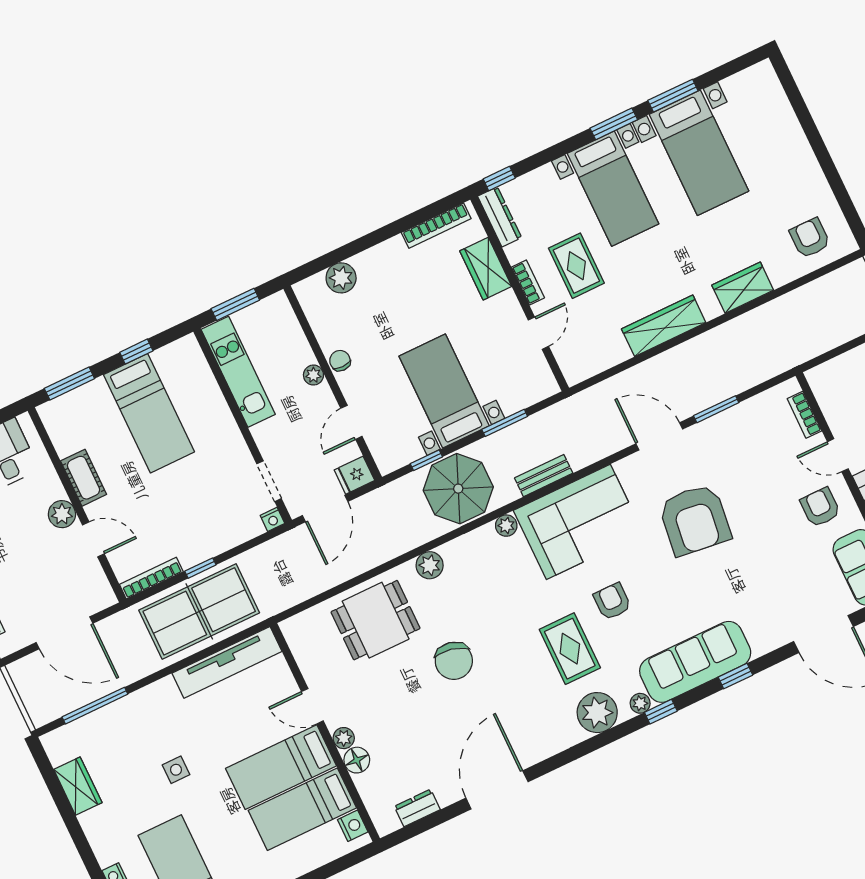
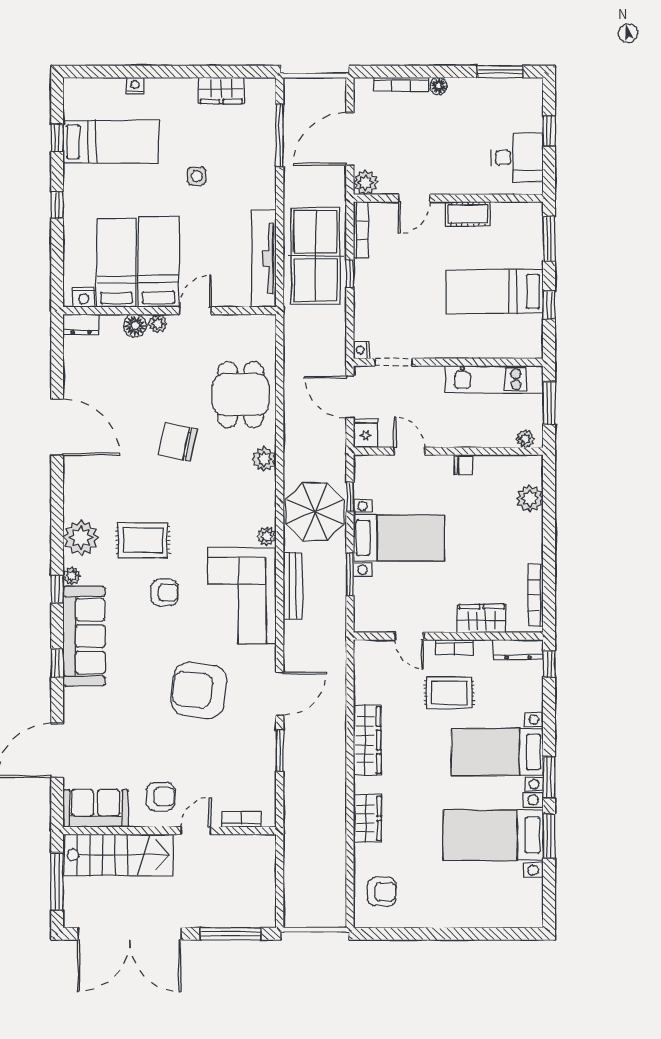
plant: (313, 375) -> (525, 439), moved
bench: (544, 476) -> (293, 586), width x1.36
plant: (62, 514) -> (366, 182), moved
dresser: (417, 808) -> (81, 324), moved, turned 90

